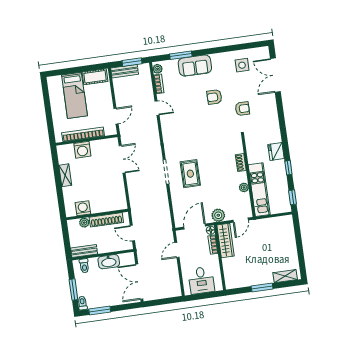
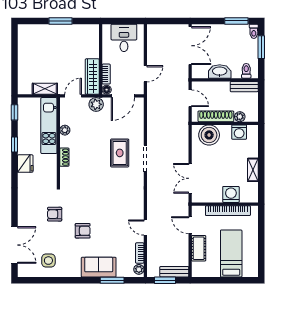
cot: (95, 77) -> (199, 248), moved, turned 90
door: (116, 116) -> (190, 225), hinge flipped
boiler: (110, 202) -> (209, 135), added
shelving: (285, 276) -> (45, 89), moved

